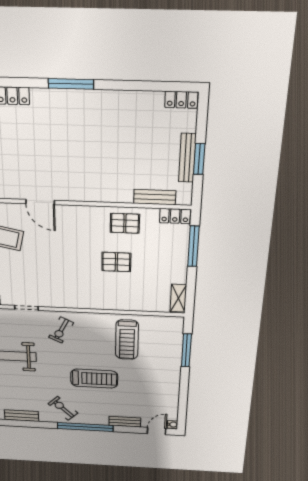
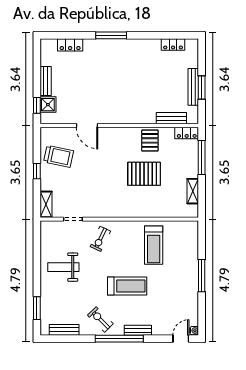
locker: (181, 100) -> (173, 45), moved
pallet: (125, 223) -> (150, 140), turned 90
pallet: (116, 262) -> (144, 174), width x1.50, depth x1.42
shelving: (178, 298) -> (193, 191), moved
window: (186, 350) -> (202, 276), moved
bench: (125, 422) -> (138, 330), moved

